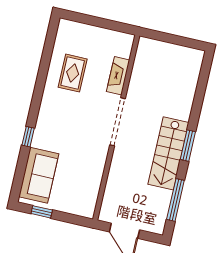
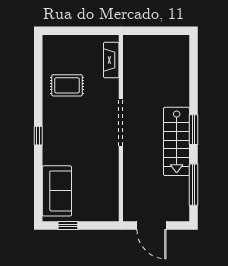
rug: (73, 73) -> (67, 85), turned 90
fireplace: (118, 76) -> (111, 60), moved
window: (28, 137) -> (38, 136), moved

